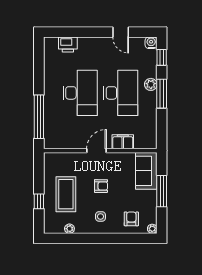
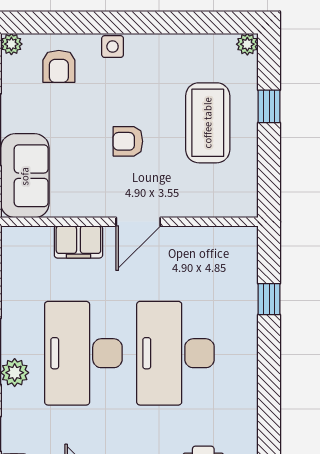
window: (39, 117) -> (269, 299), width x0.32
side table: (100, 216) -> (113, 47), moved
plant: (69, 229) -> (247, 44), moved

